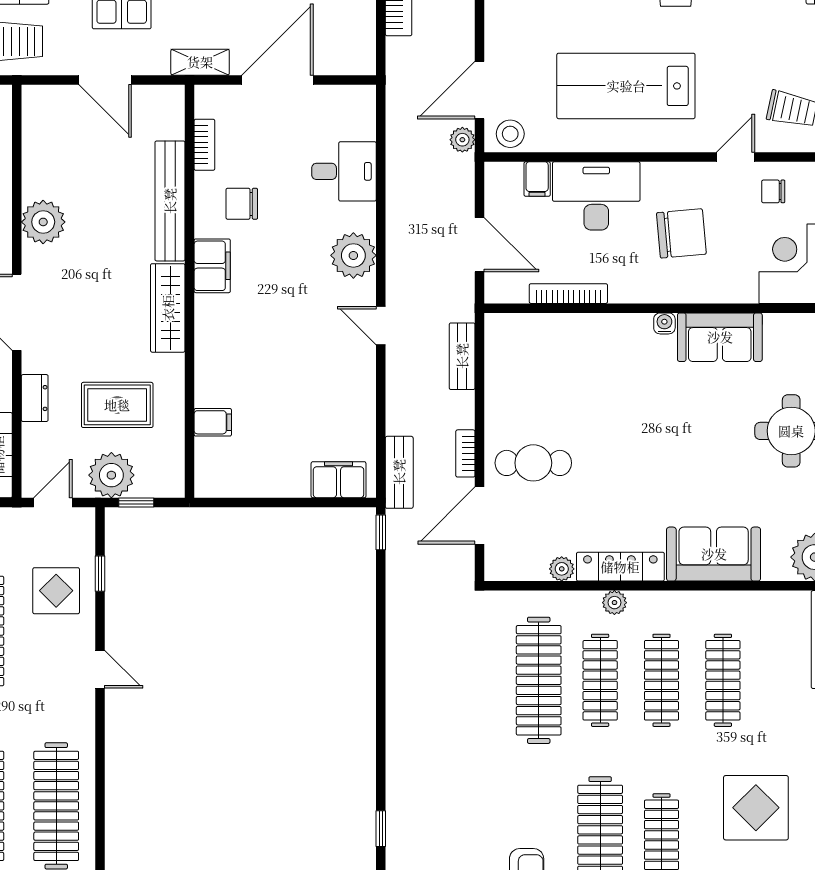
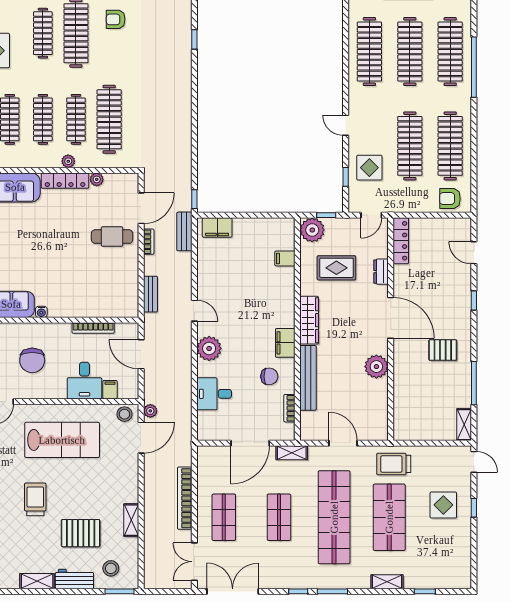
desk: (596, 196) -> (84, 381), width x0.73
chair: (681, 233) -> (32, 360), turned -85
plant: (111, 475) -> (312, 230), moved

